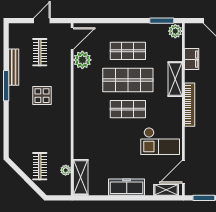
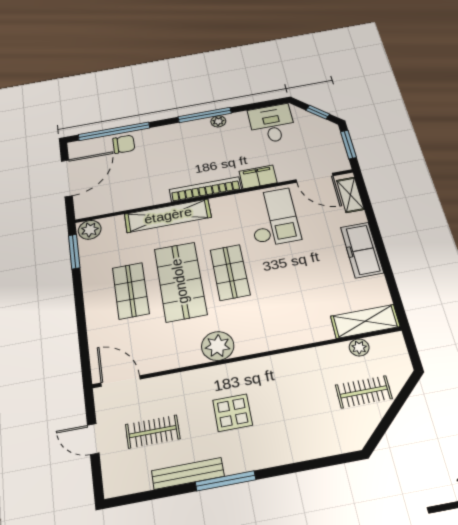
filing cabinet: (192, 59) -> (258, 177), moved
plant: (82, 60) -> (218, 346), moved
shelving: (175, 79) -> (168, 216), width x1.47

